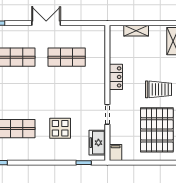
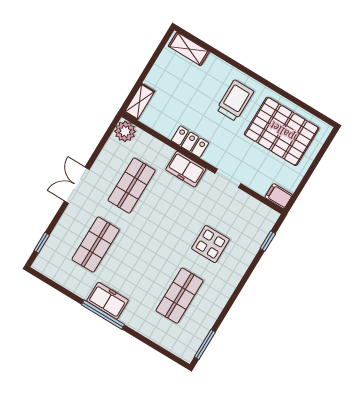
shelving: (136, 31) -> (140, 102), moved
plant: (98, 33) -> (125, 131), added
freezer: (97, 143) -> (186, 169), moved

